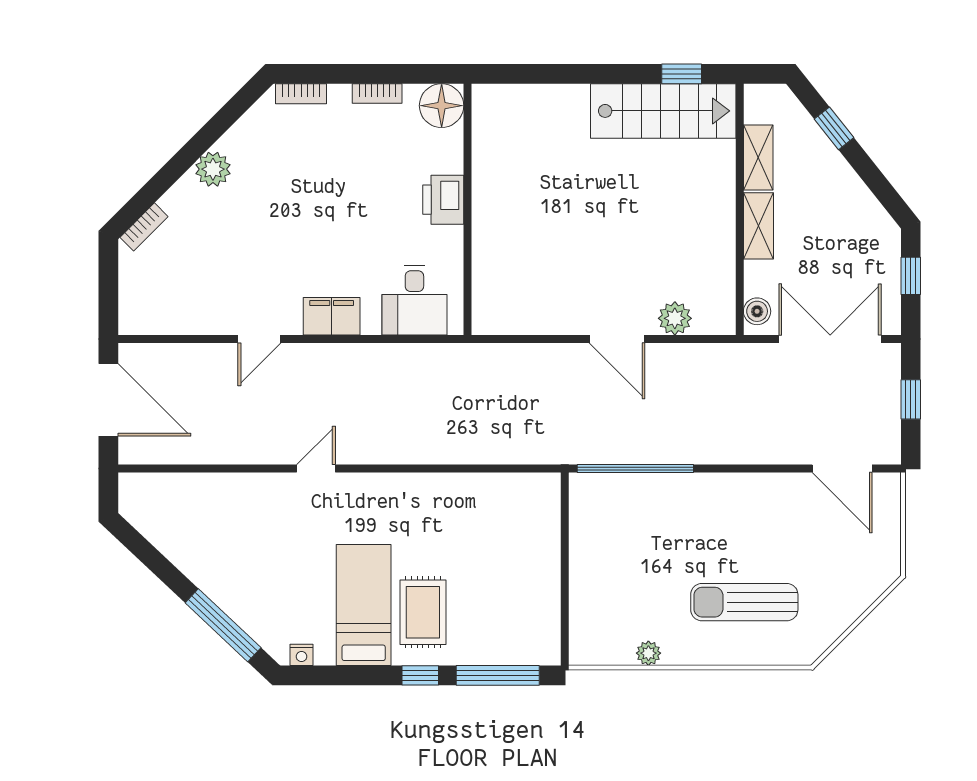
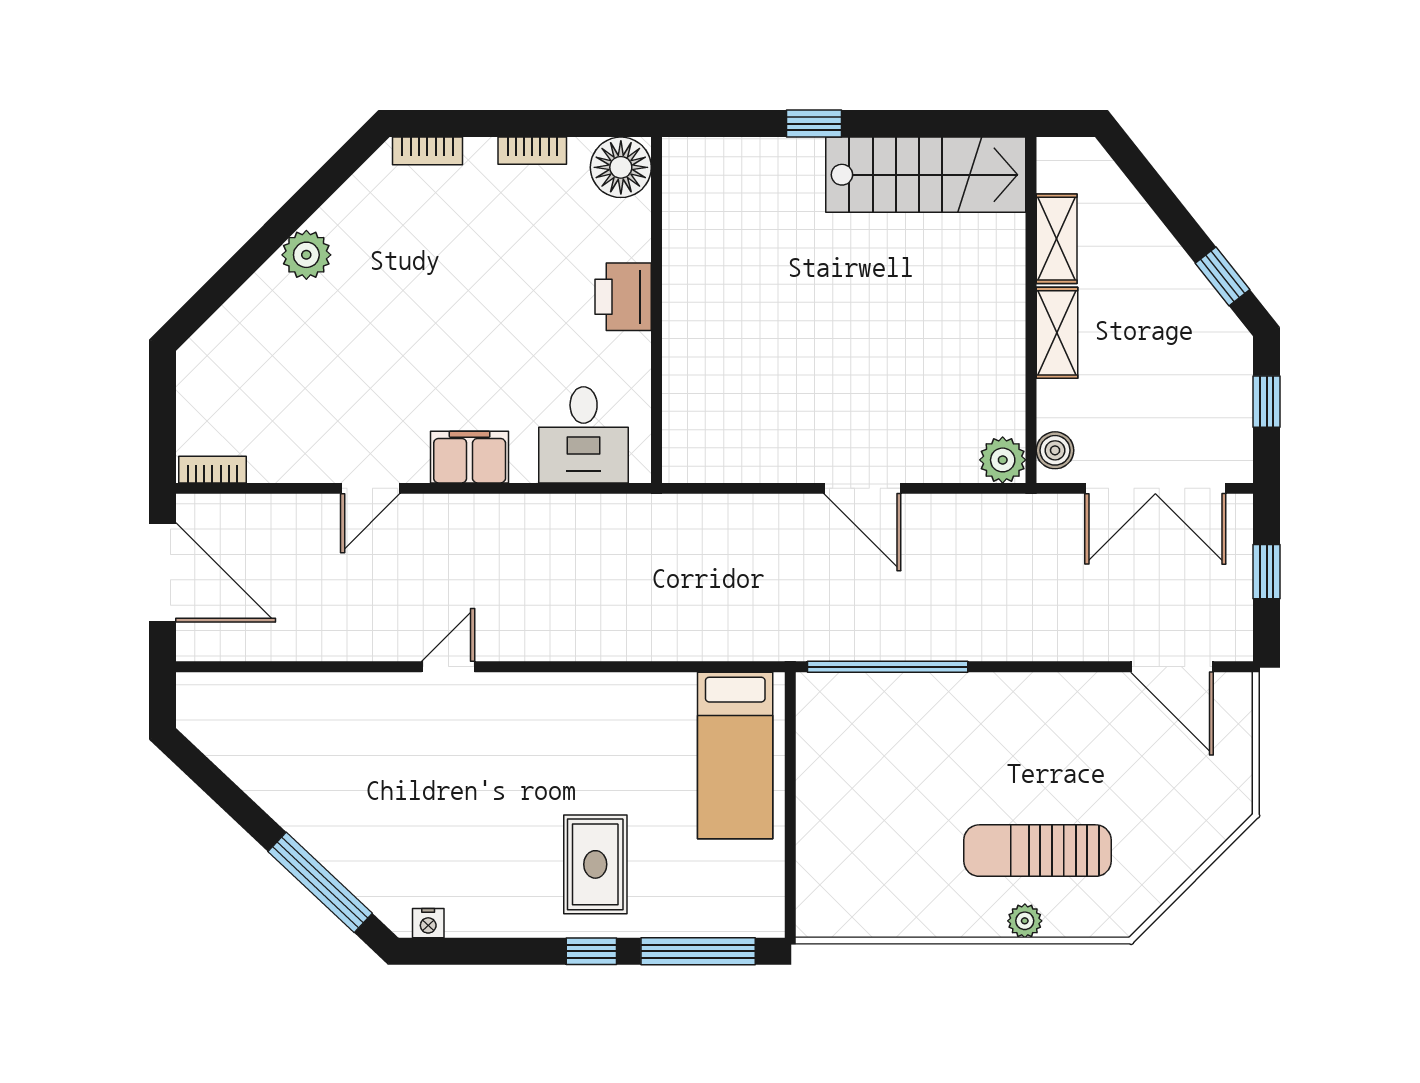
window: (682, 74) -> (814, 124), moved
window: (834, 128) -> (1223, 276), moved
bookcase: (144, 227) -> (212, 470), moved, turned -135
plant: (675, 318) -> (1003, 460), moved
double door: (830, 339) -> (1155, 488), swing flipped
bed: (364, 605) -> (735, 755), moved, turned 180
plant: (648, 653) -> (1025, 921), moved

